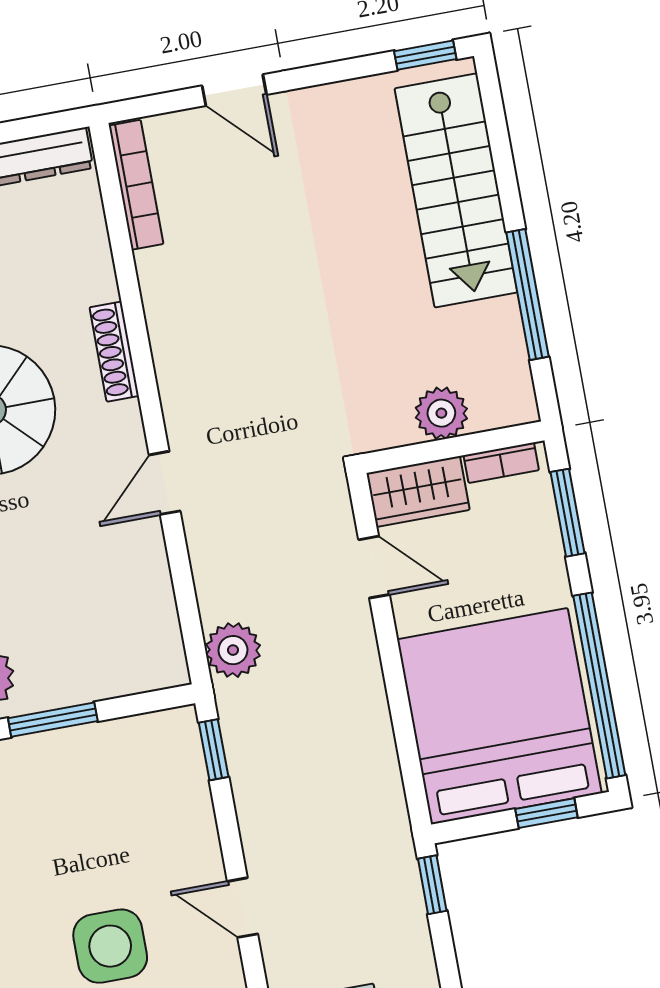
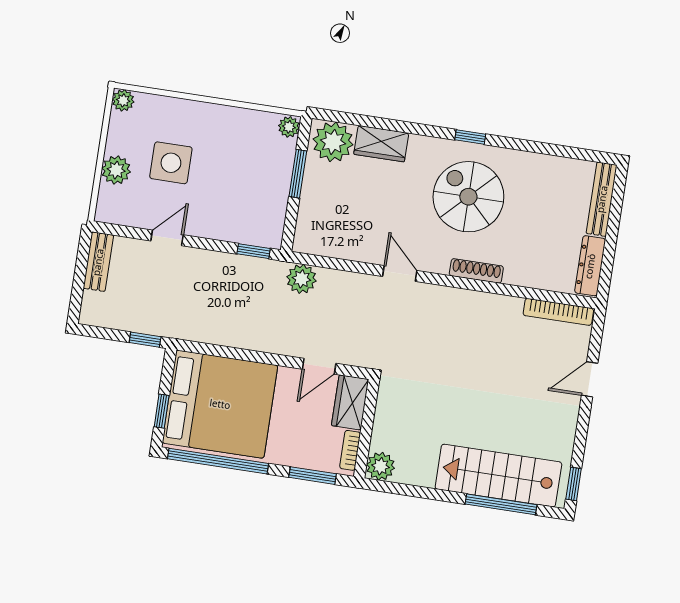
window: (527, 295) -> (501, 504), moved
plant: (441, 413) -> (381, 466), moved

